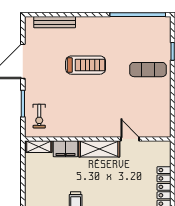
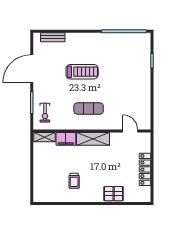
bench: (55, 22) -> (53, 37), width x0.73
exercise mat: (148, 70) -> (89, 109), moved
door: (130, 139) -> (130, 131), moved

